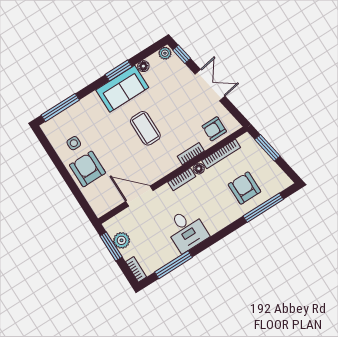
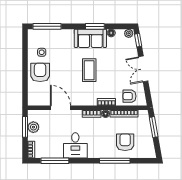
double door: (210, 85) -> (143, 69), swing flipped
window: (263, 208) -> (115, 161), moved

